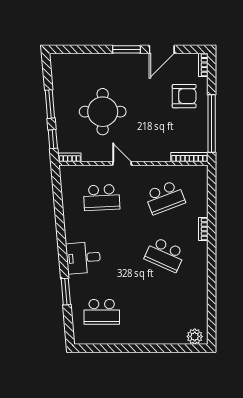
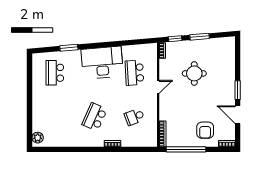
round table: (103, 112) -> (194, 73), width x0.73, depth x0.73
school desk: (165, 197) -> (134, 117), width x0.54
desk: (83, 258) -> (102, 63), width x1.87, depth x1.30

